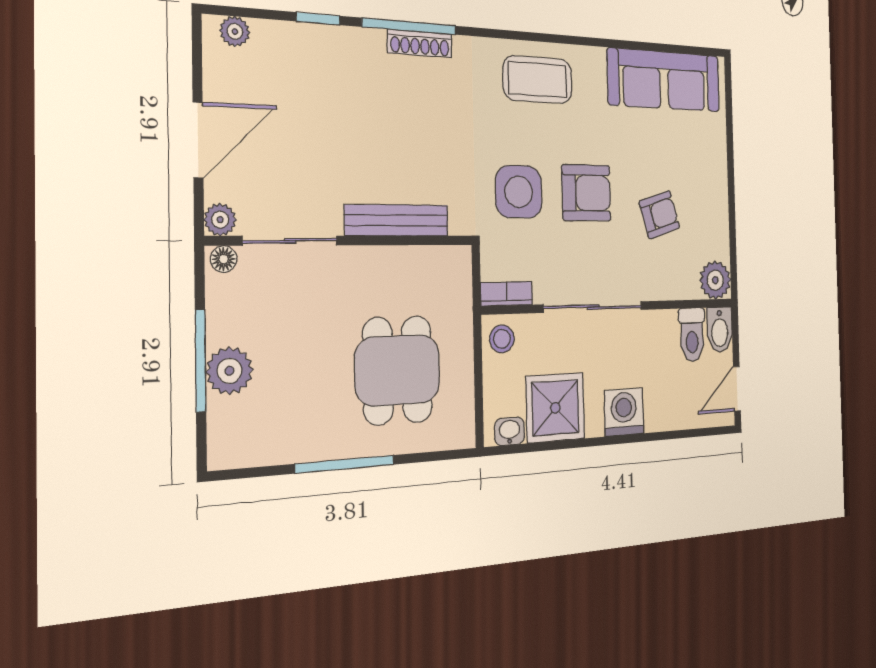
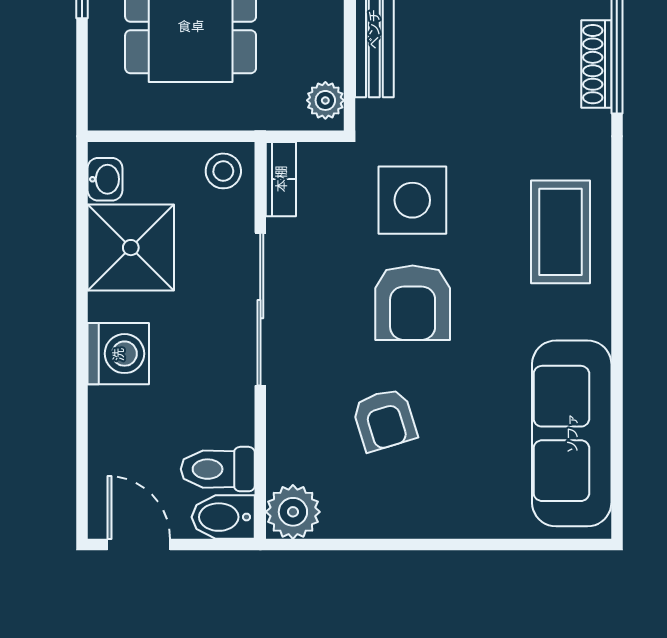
plant: (450, 260) -> (325, 100), added

